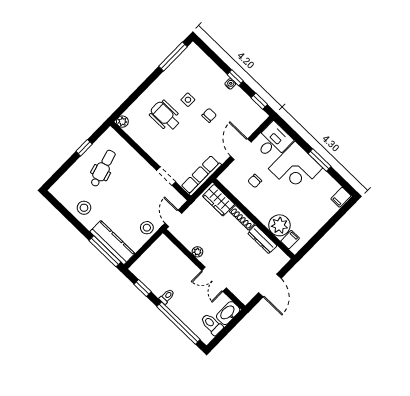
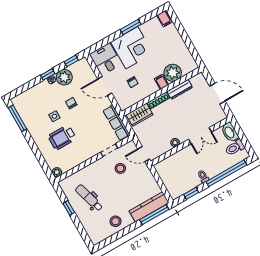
plant: (238, 98) -> (64, 77), added
stool: (147, 228) -> (120, 168), moved
filing cabinet: (290, 240) -> (161, 82), moved

